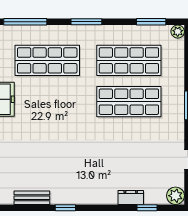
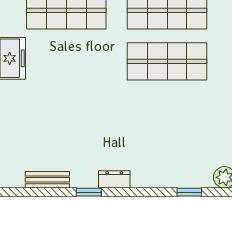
dresser: (131, 197) -> (114, 179), moved

